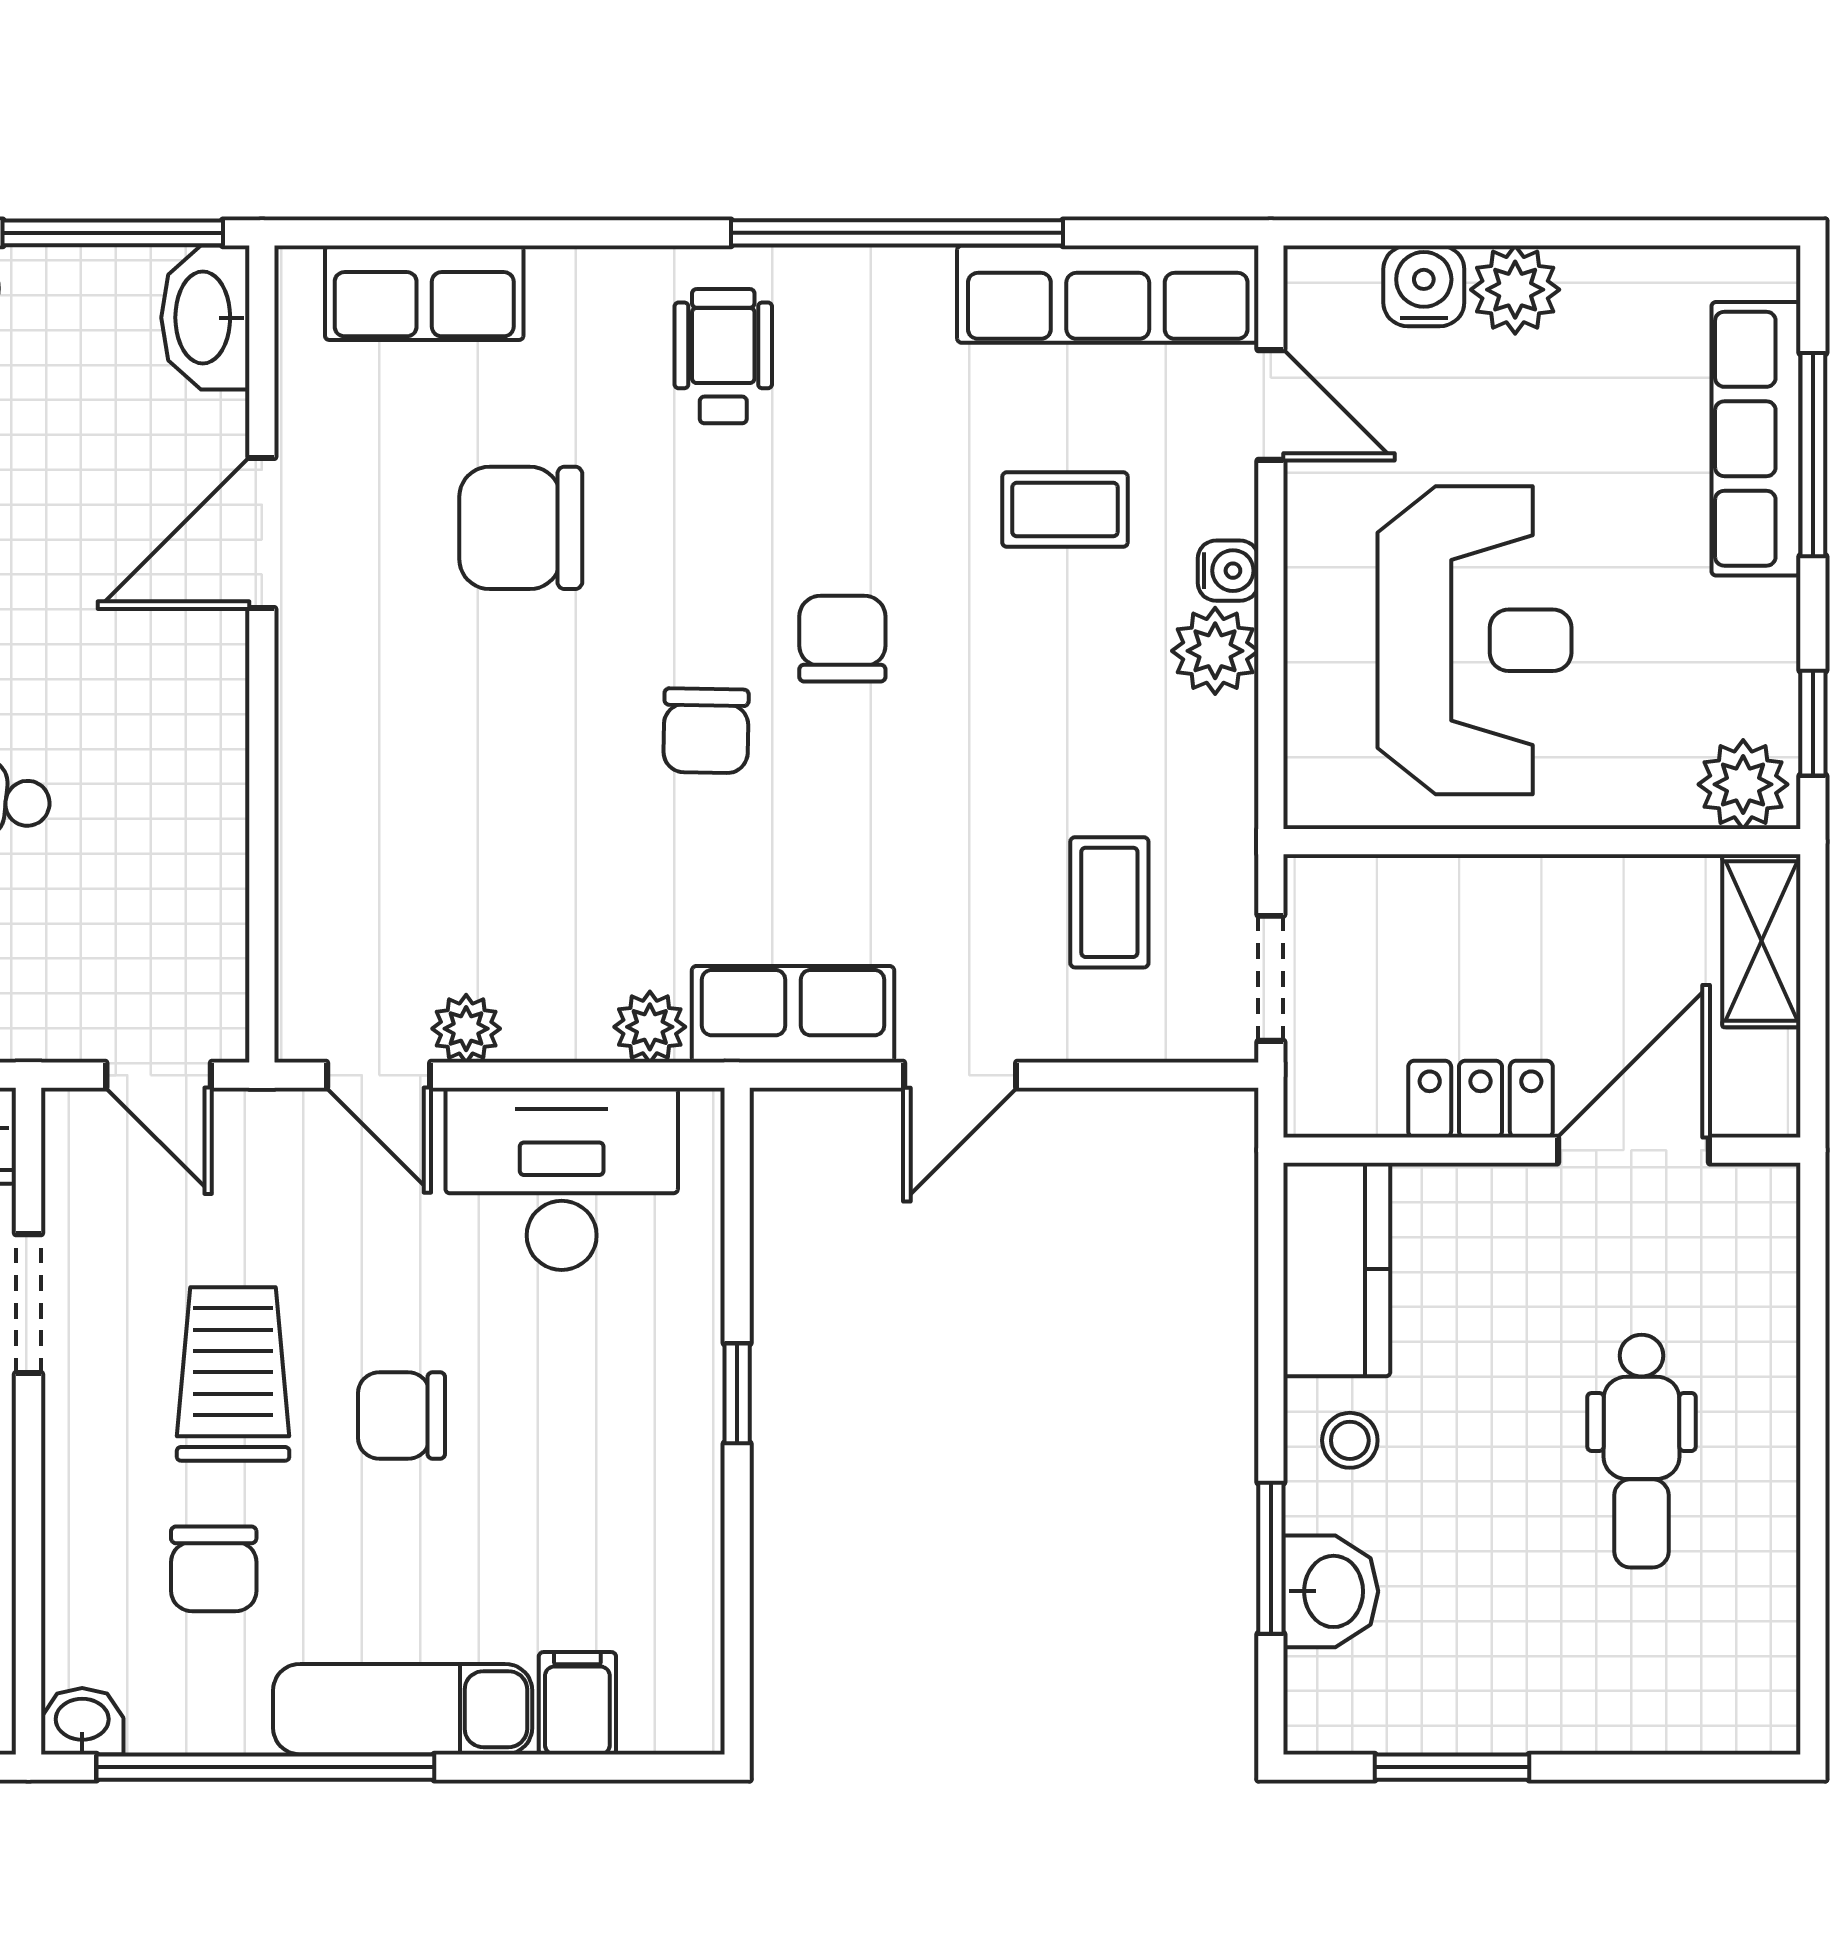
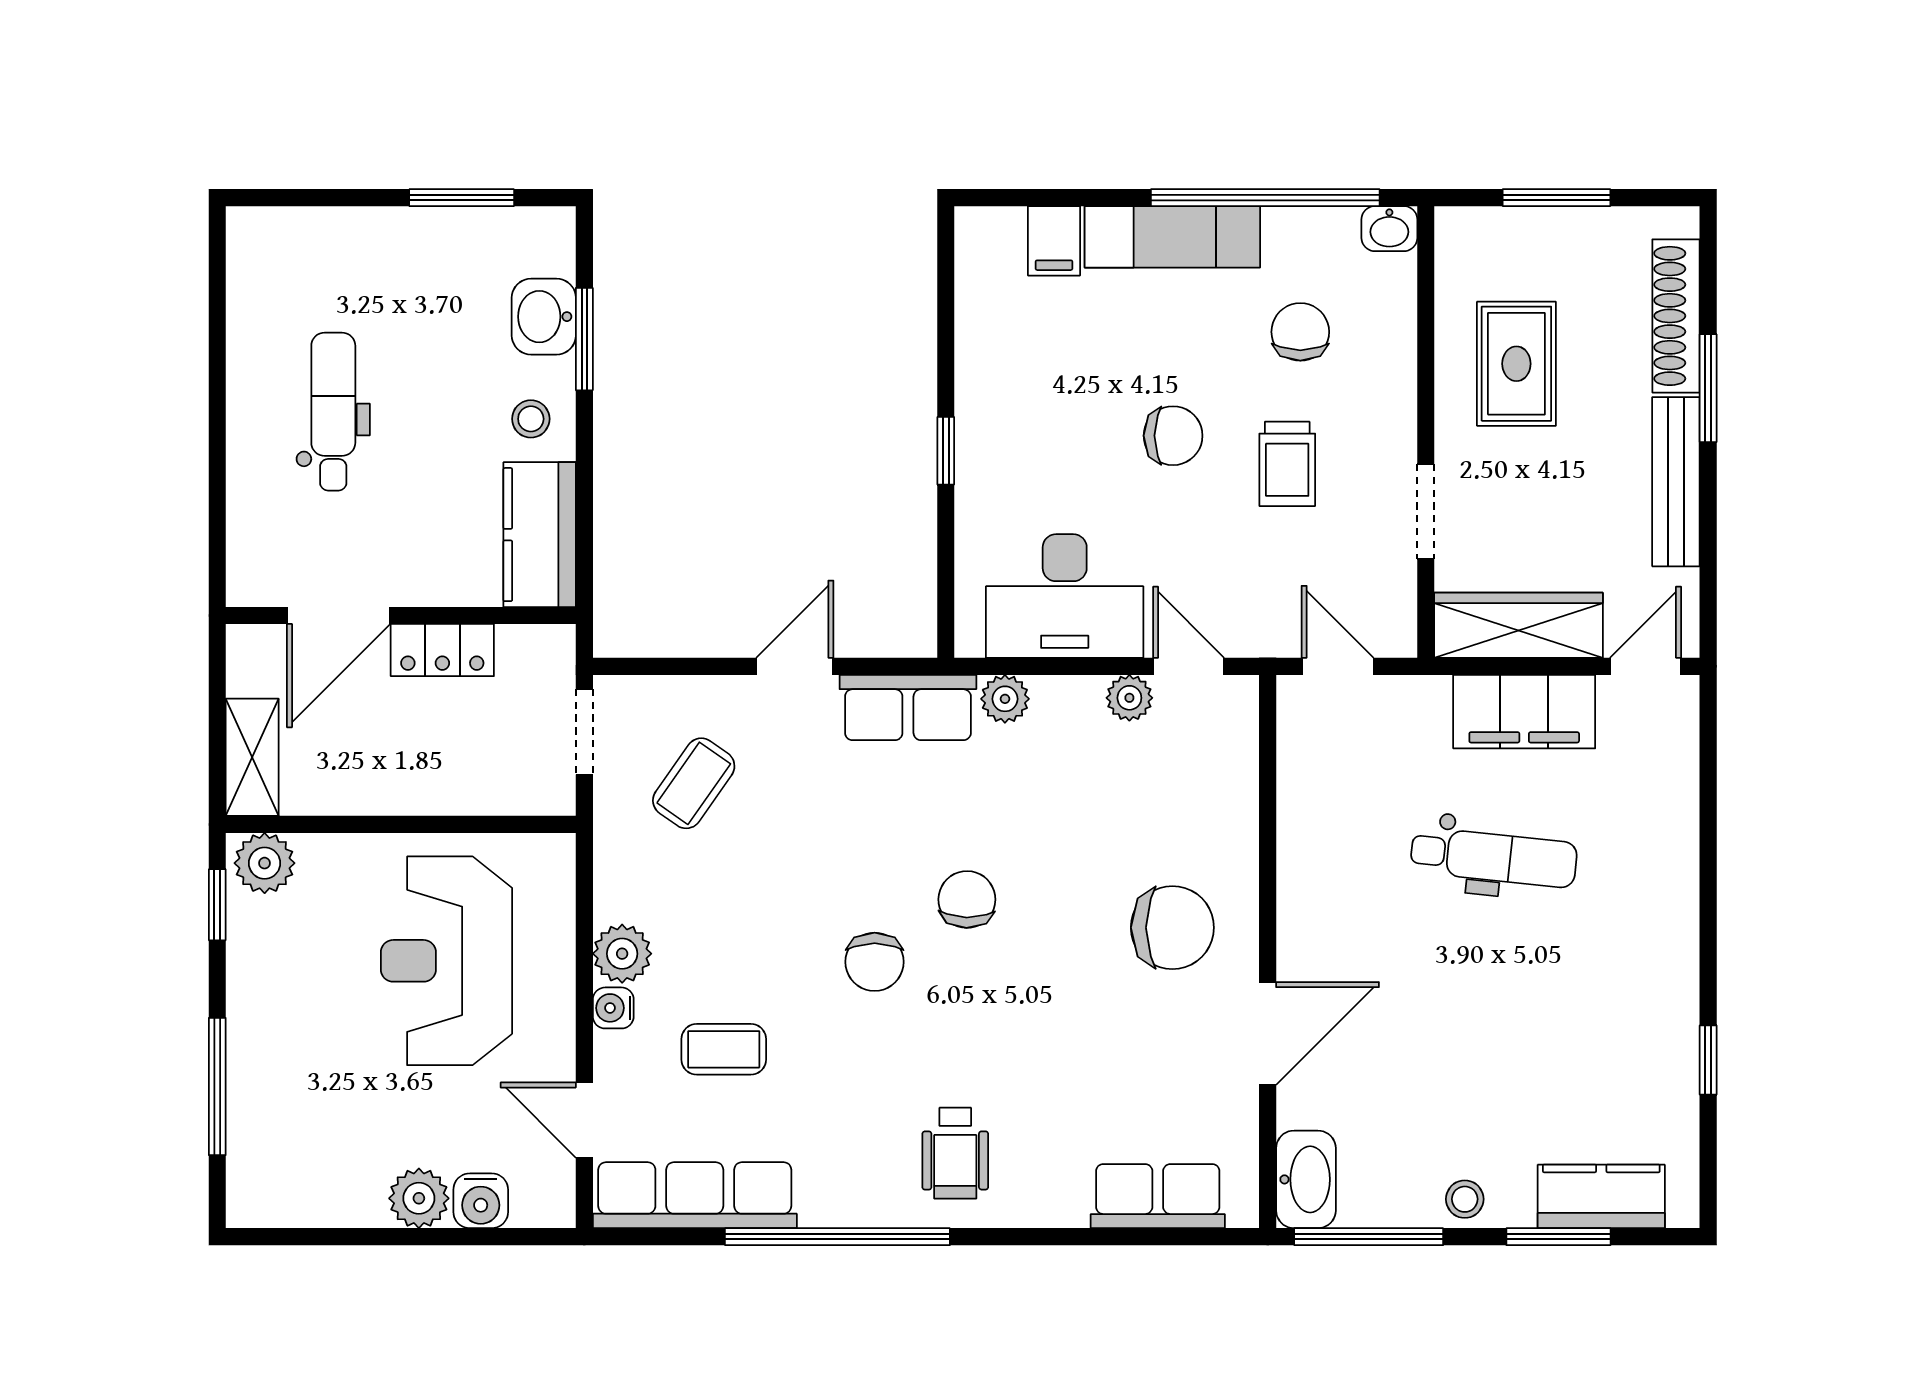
row of seats: (1756, 439) -> (256, 1097), removed
chair: (521, 528) -> (1172, 928), moved
coffee table: (1109, 902) -> (694, 783), turned 35
trolley: (233, 1374) -> (1287, 464), width x0.73, depth x0.72

